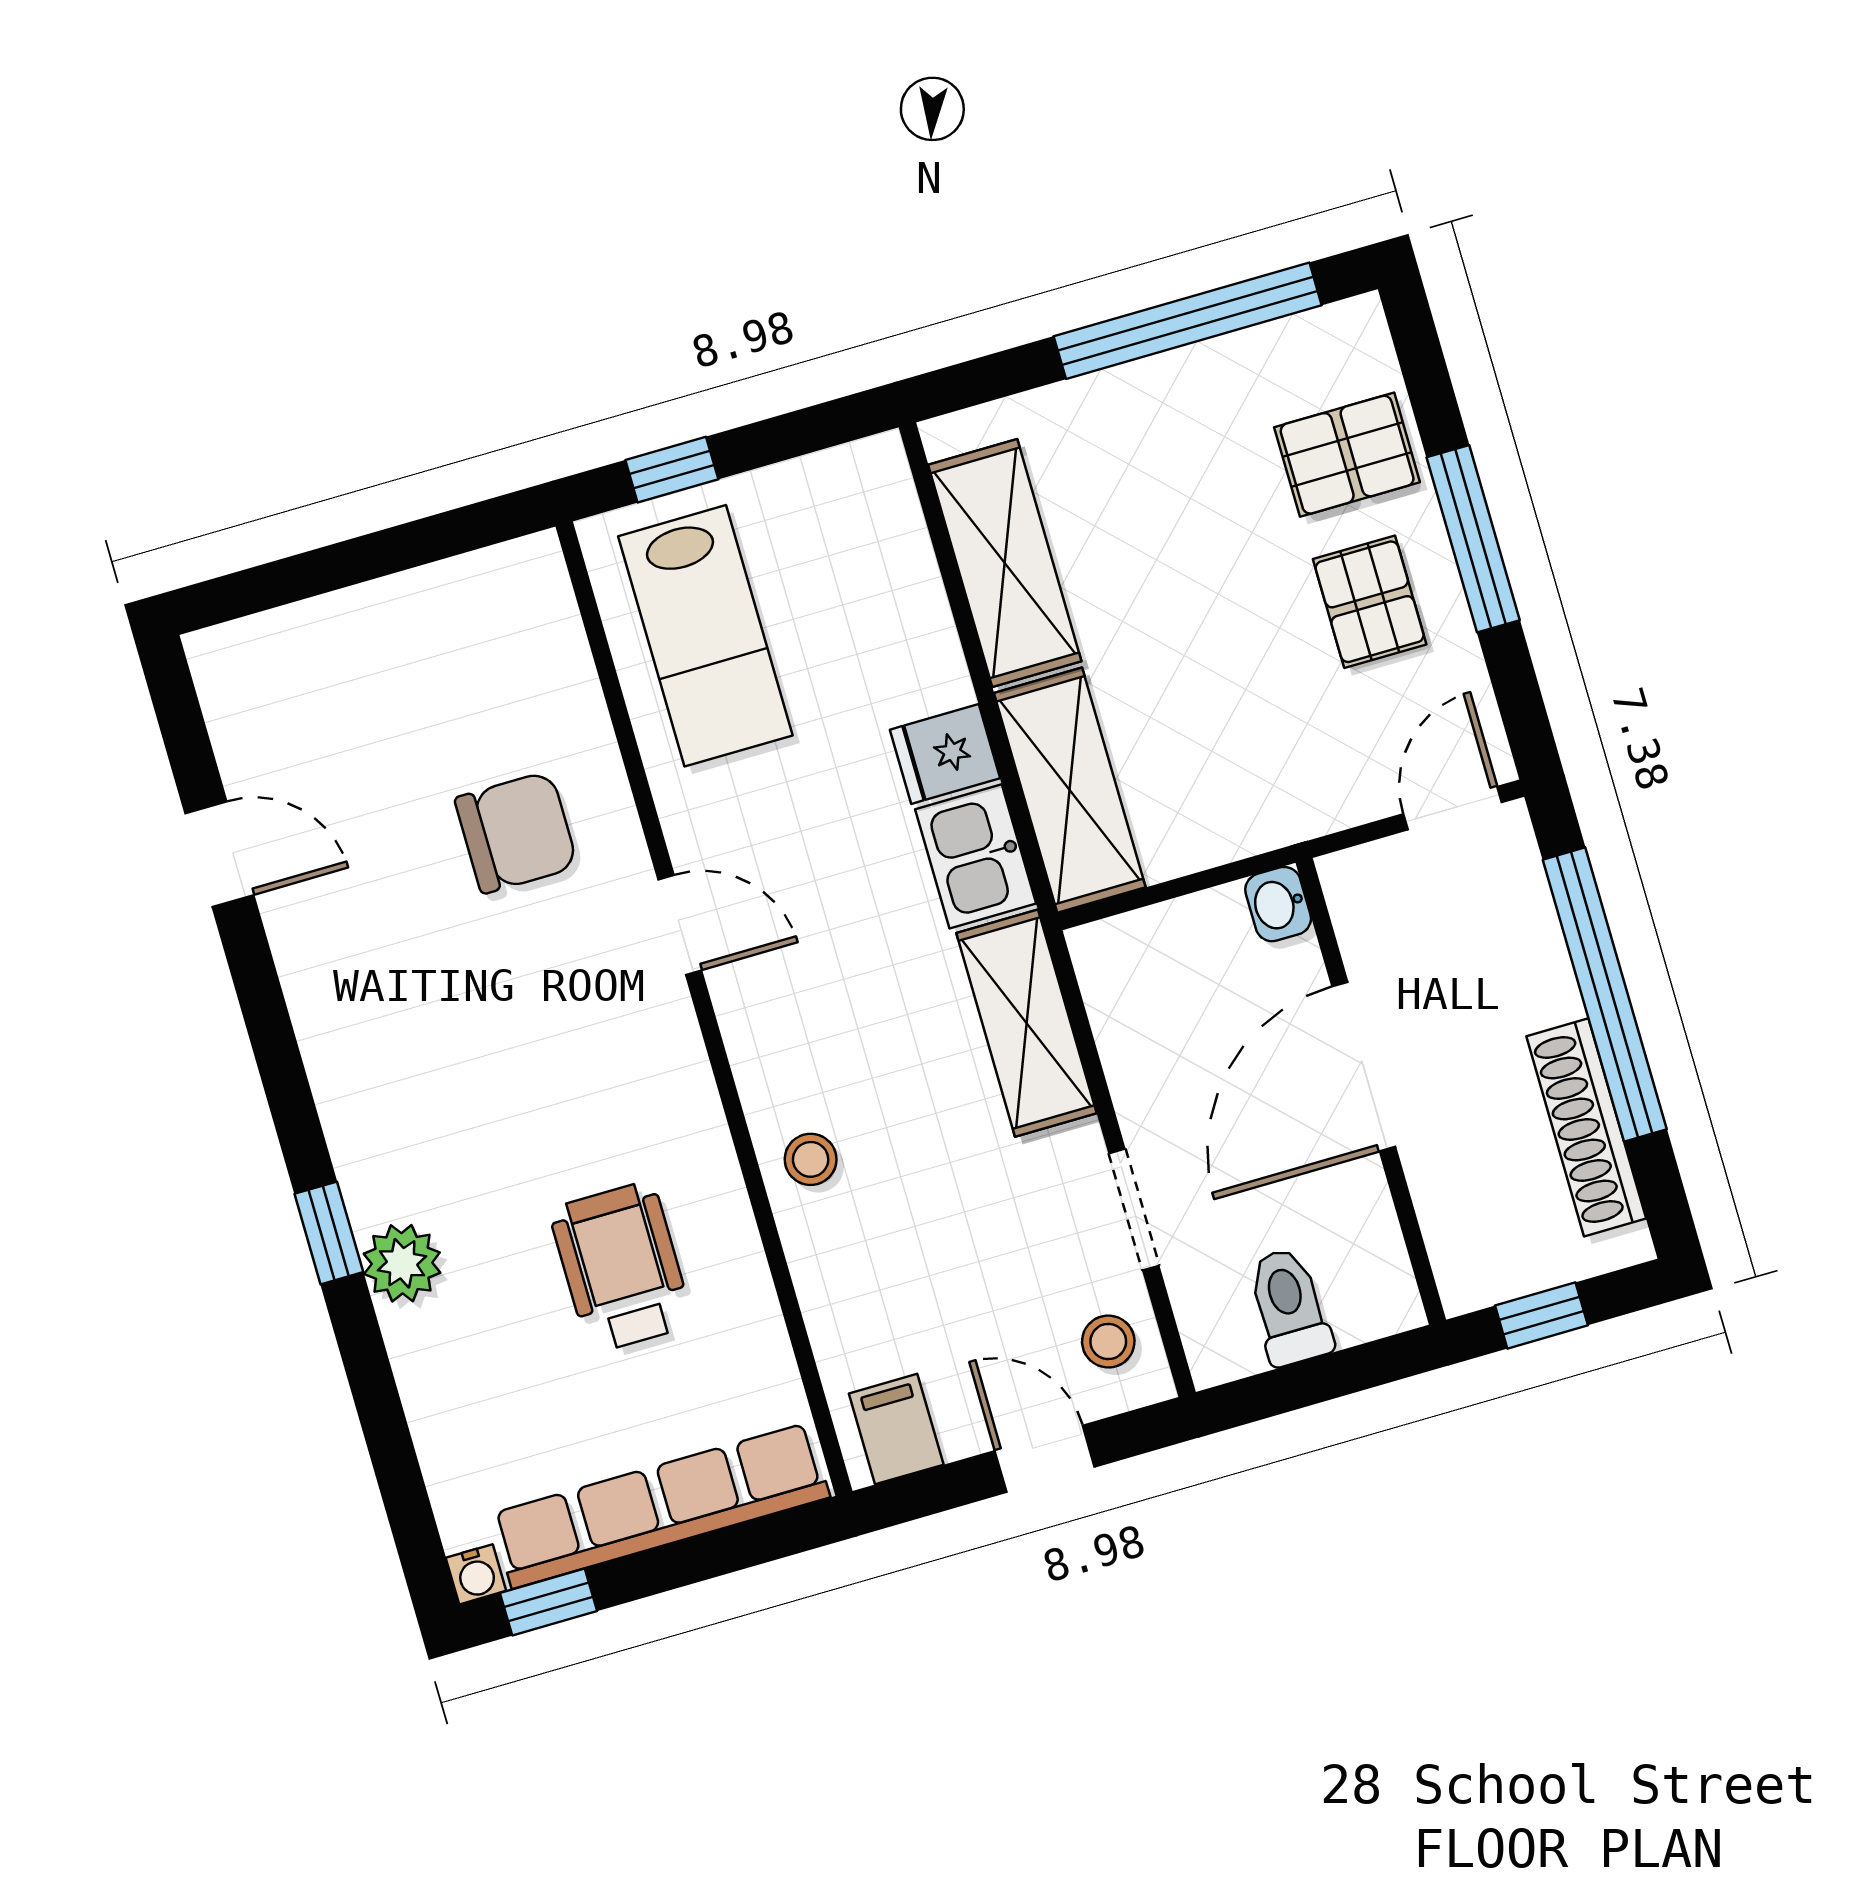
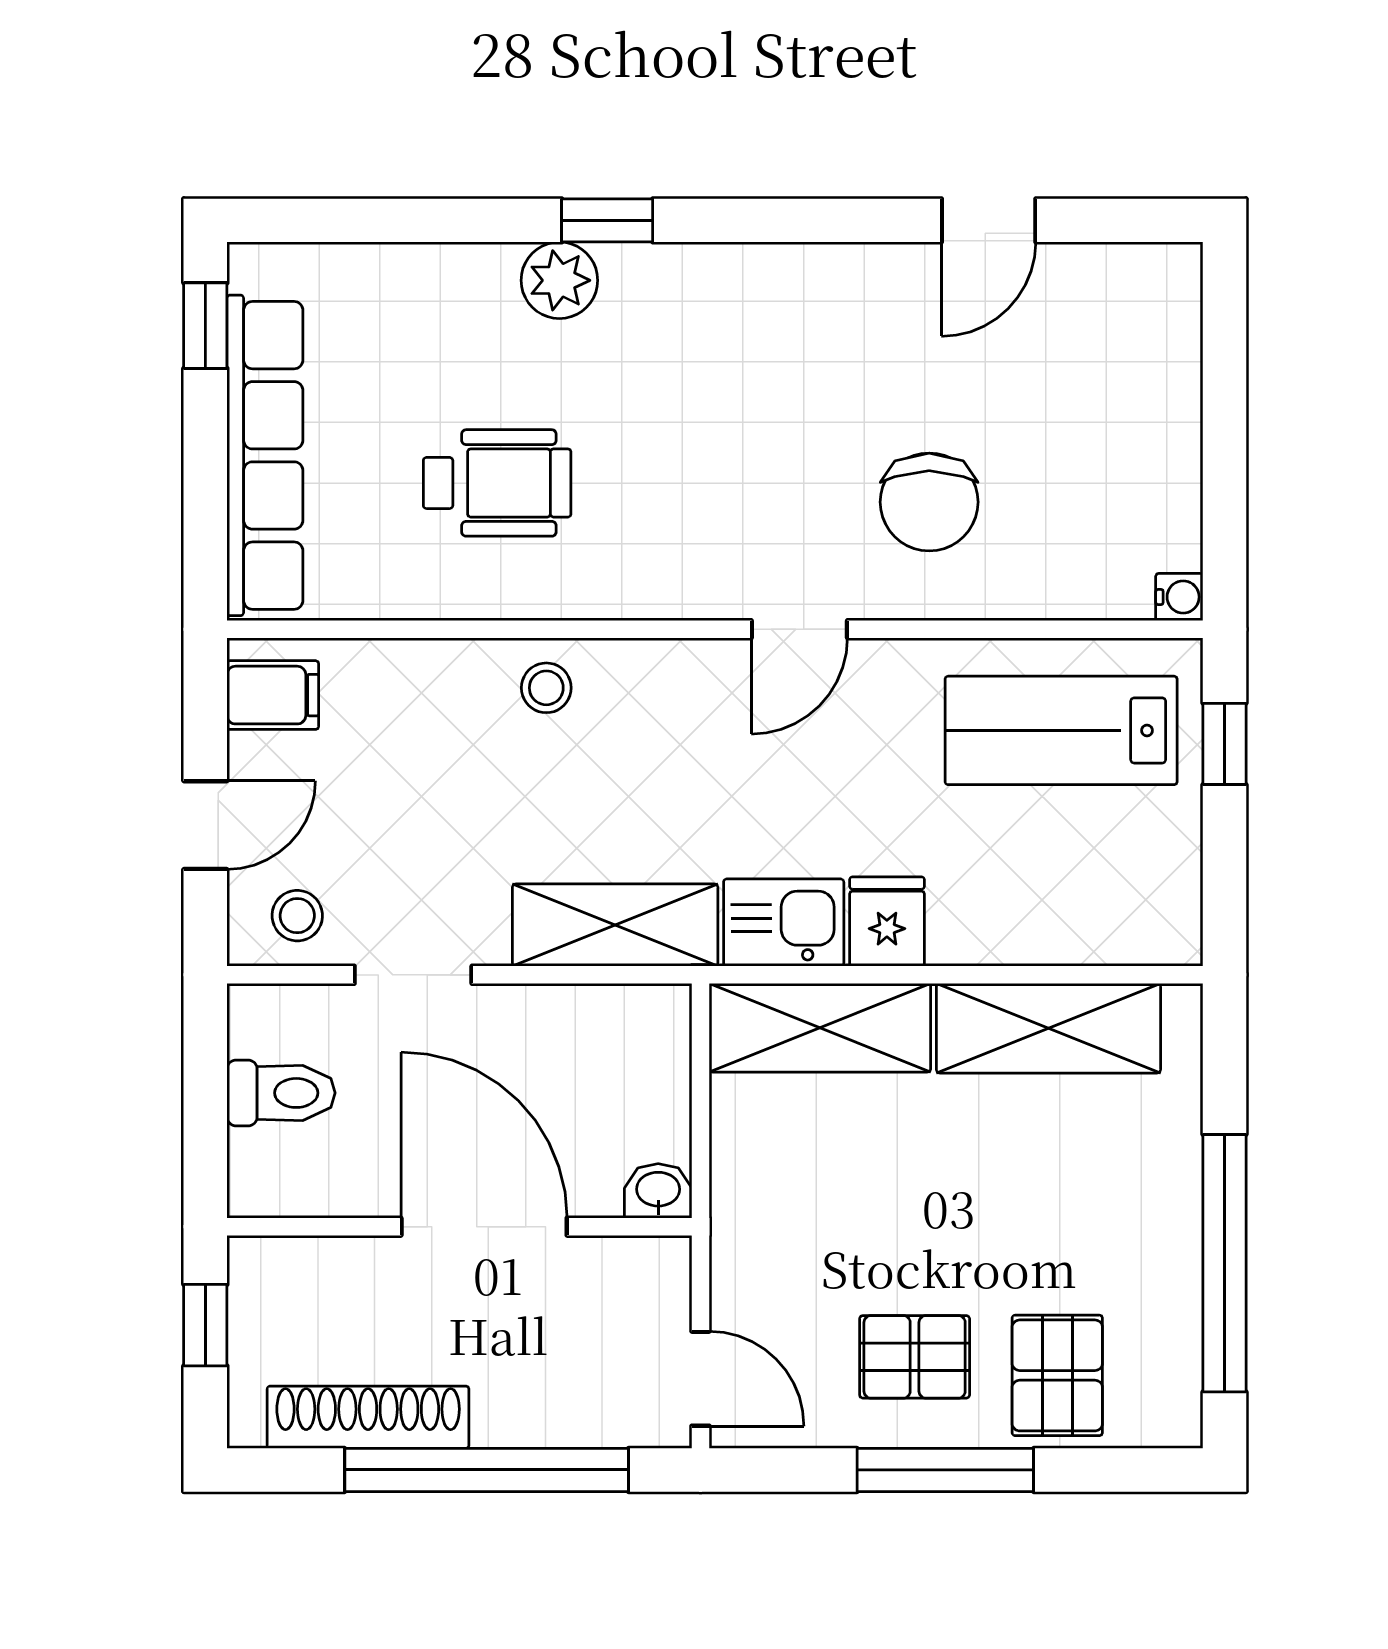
water cooler: (476, 1574) -> (1179, 597), moved, turned 180

